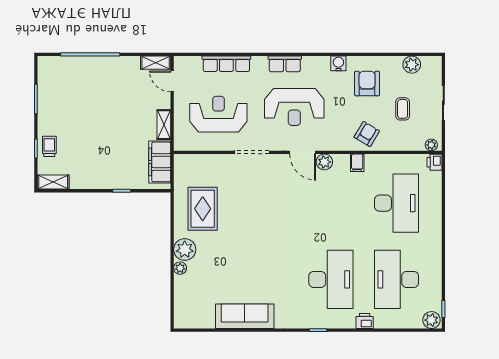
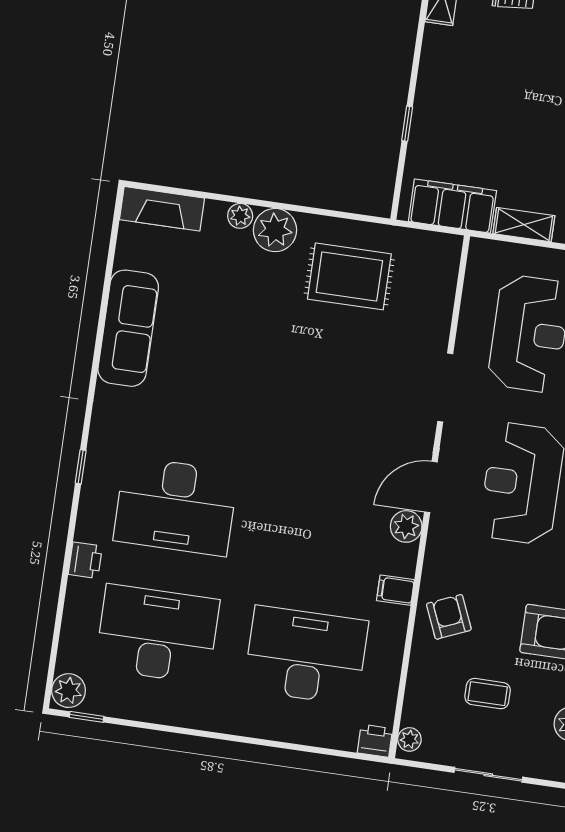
armchair: (367, 134) -> (449, 617), turned -144
desk: (397, 203) -> (306, 655), turned 180
fireplace: (182, 308) -> (162, 209), added

